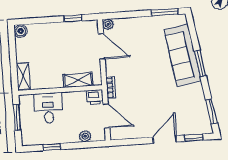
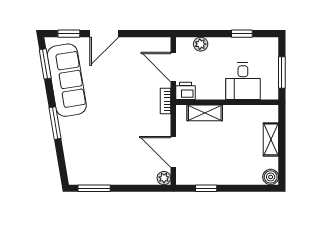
sofa: (183, 55) -> (67, 80), moved
shelving: (23, 76) -> (271, 139), moved

